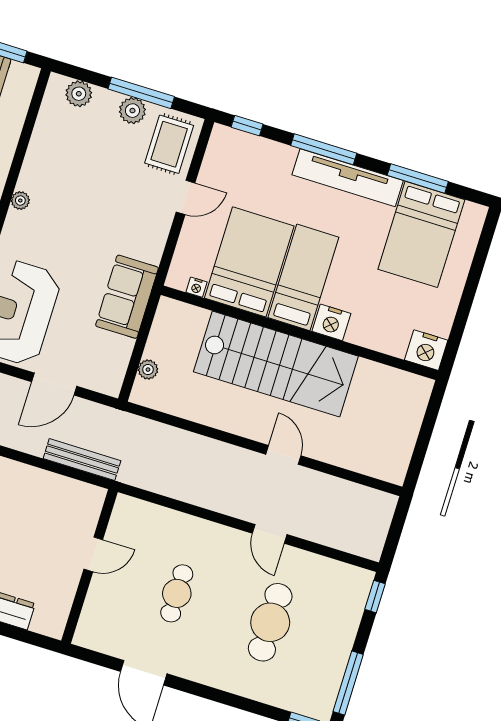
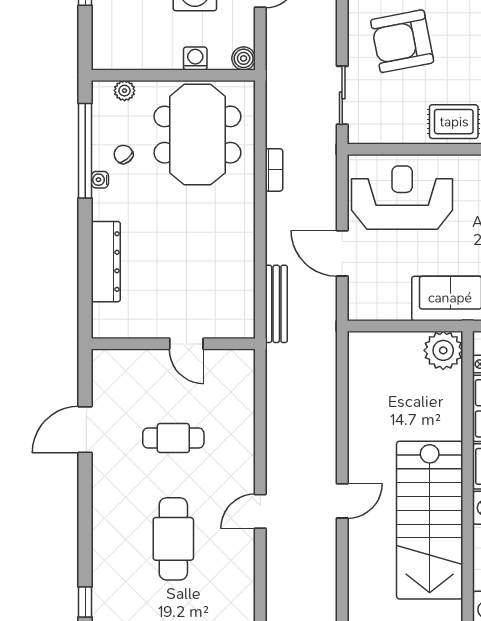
stairs: (276, 364) -> (430, 520), moved
plant: (148, 370) -> (443, 350), moved, width x1.87, depth x1.87
cafe table: (270, 622) -> (173, 539), turned 90

